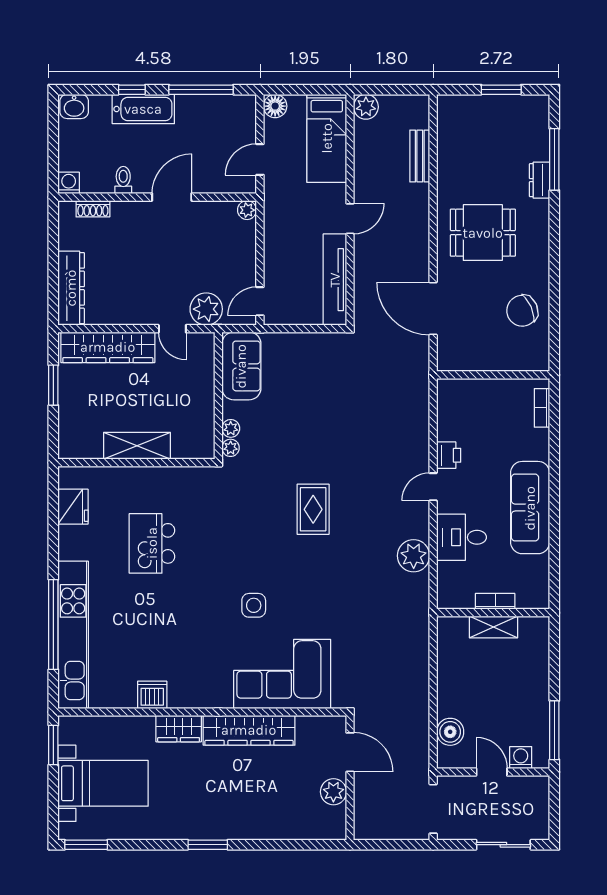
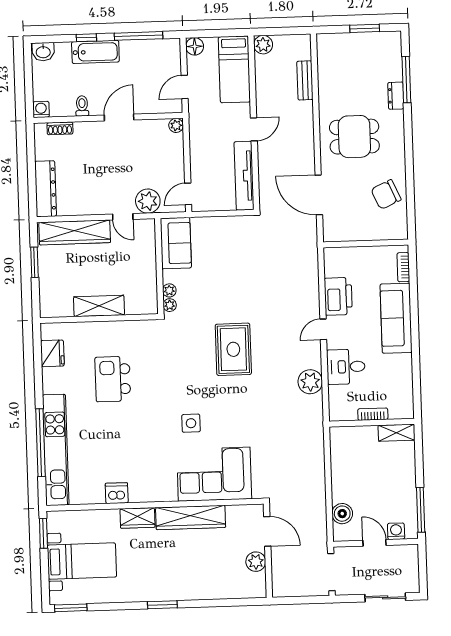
printer: (449, 455) -> (338, 296), width x1.87, depth x1.48
sofa: (530, 508) -> (396, 318), moved
rug: (313, 509) -> (233, 349), width x1.36, depth x1.43
shelving: (493, 627) -> (396, 433), moved

